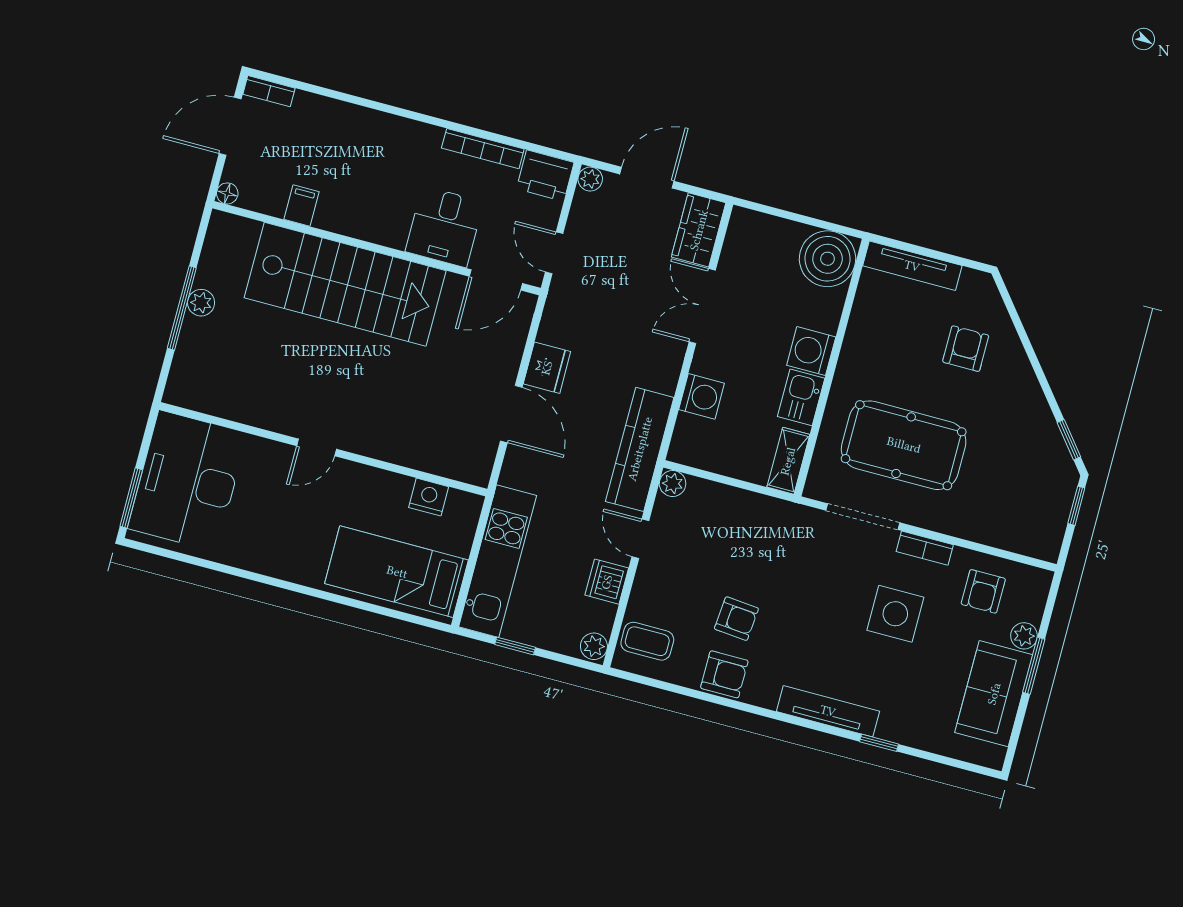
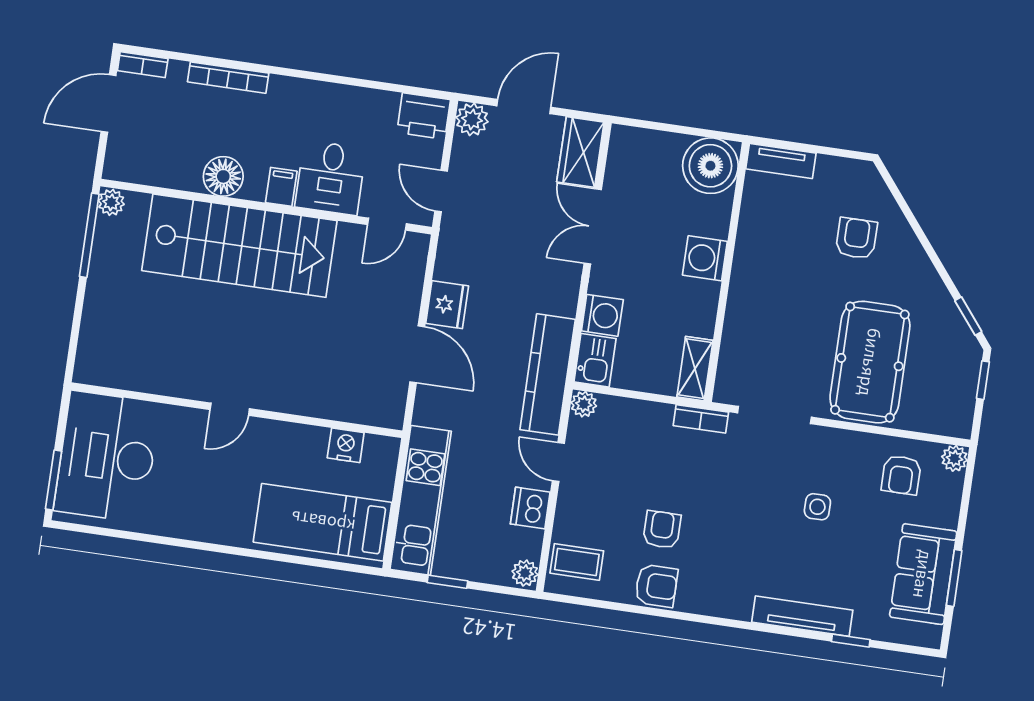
bookcase: (483, 149) -> (228, 78), moved
plant: (590, 179) -> (472, 119), width x1.38, depth x1.38
floor lamp: (227, 193) -> (223, 176), moved, width x1.89, depth x1.89
filing cabinet: (302, 206) -> (281, 187), moved
tv unit: (912, 266) -> (781, 161), width x0.71
door: (496, 280) -> (387, 224), width x0.73
plant: (201, 303) -> (111, 202), moved
window: (182, 308) -> (89, 235), moved
kitchen sink: (801, 397) -> (595, 360), moved, turned 180
pool table: (904, 445) -> (870, 362), moved, turned 90
bookcase: (925, 548) -> (701, 419), moved
side table: (895, 614) -> (817, 507), width x0.54, depth x0.54
armchair: (736, 619) -> (662, 530), turned -95
plant: (1024, 636) -> (954, 458), moved
window: (1034, 666) -> (954, 578), moved
tv unit: (828, 711) -> (802, 616), moved
window: (879, 743) -> (851, 641), moved

